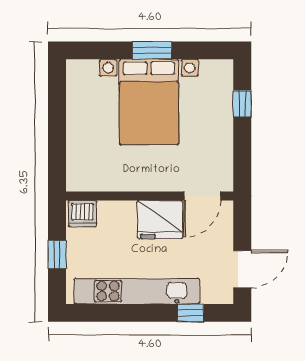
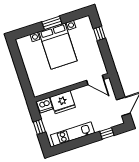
door: (202, 196) -> (95, 80), hinge flipped
fridge: (160, 220) -> (63, 102), moved
kitchen unit: (137, 291) -> (72, 134), width x0.73

